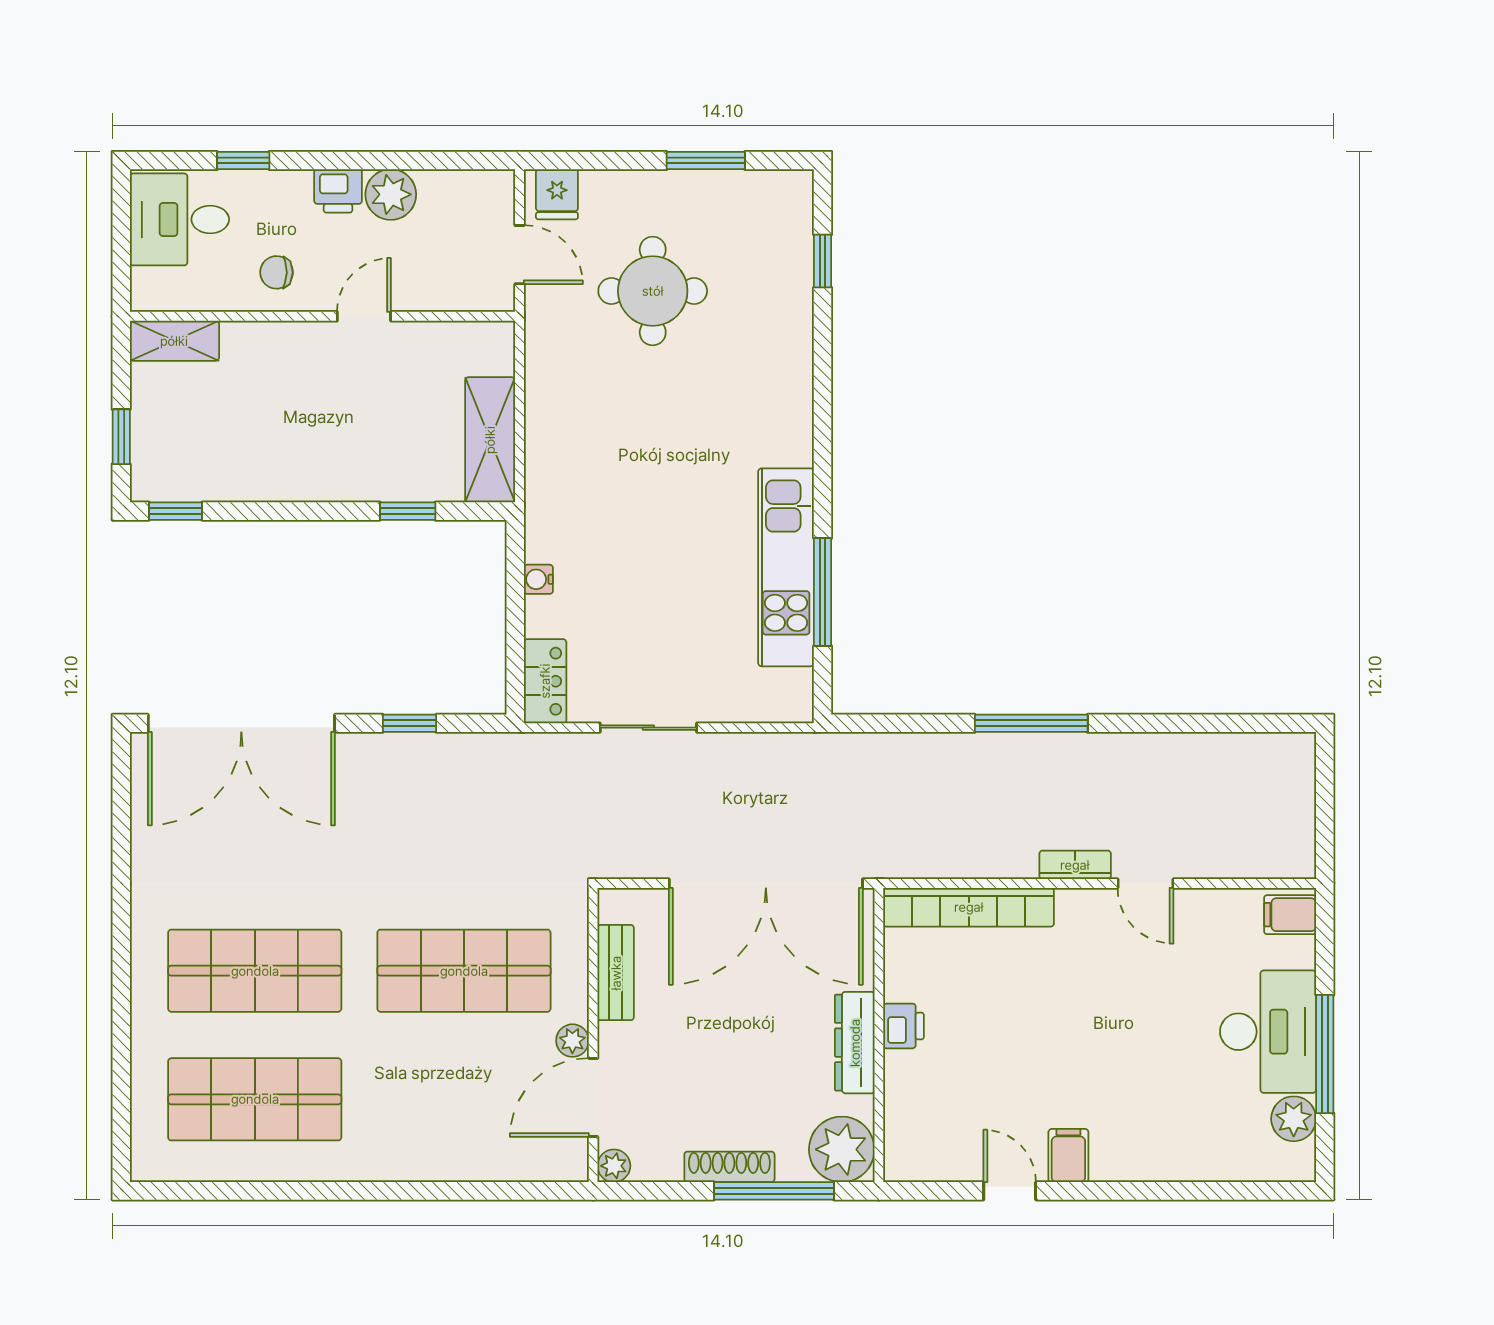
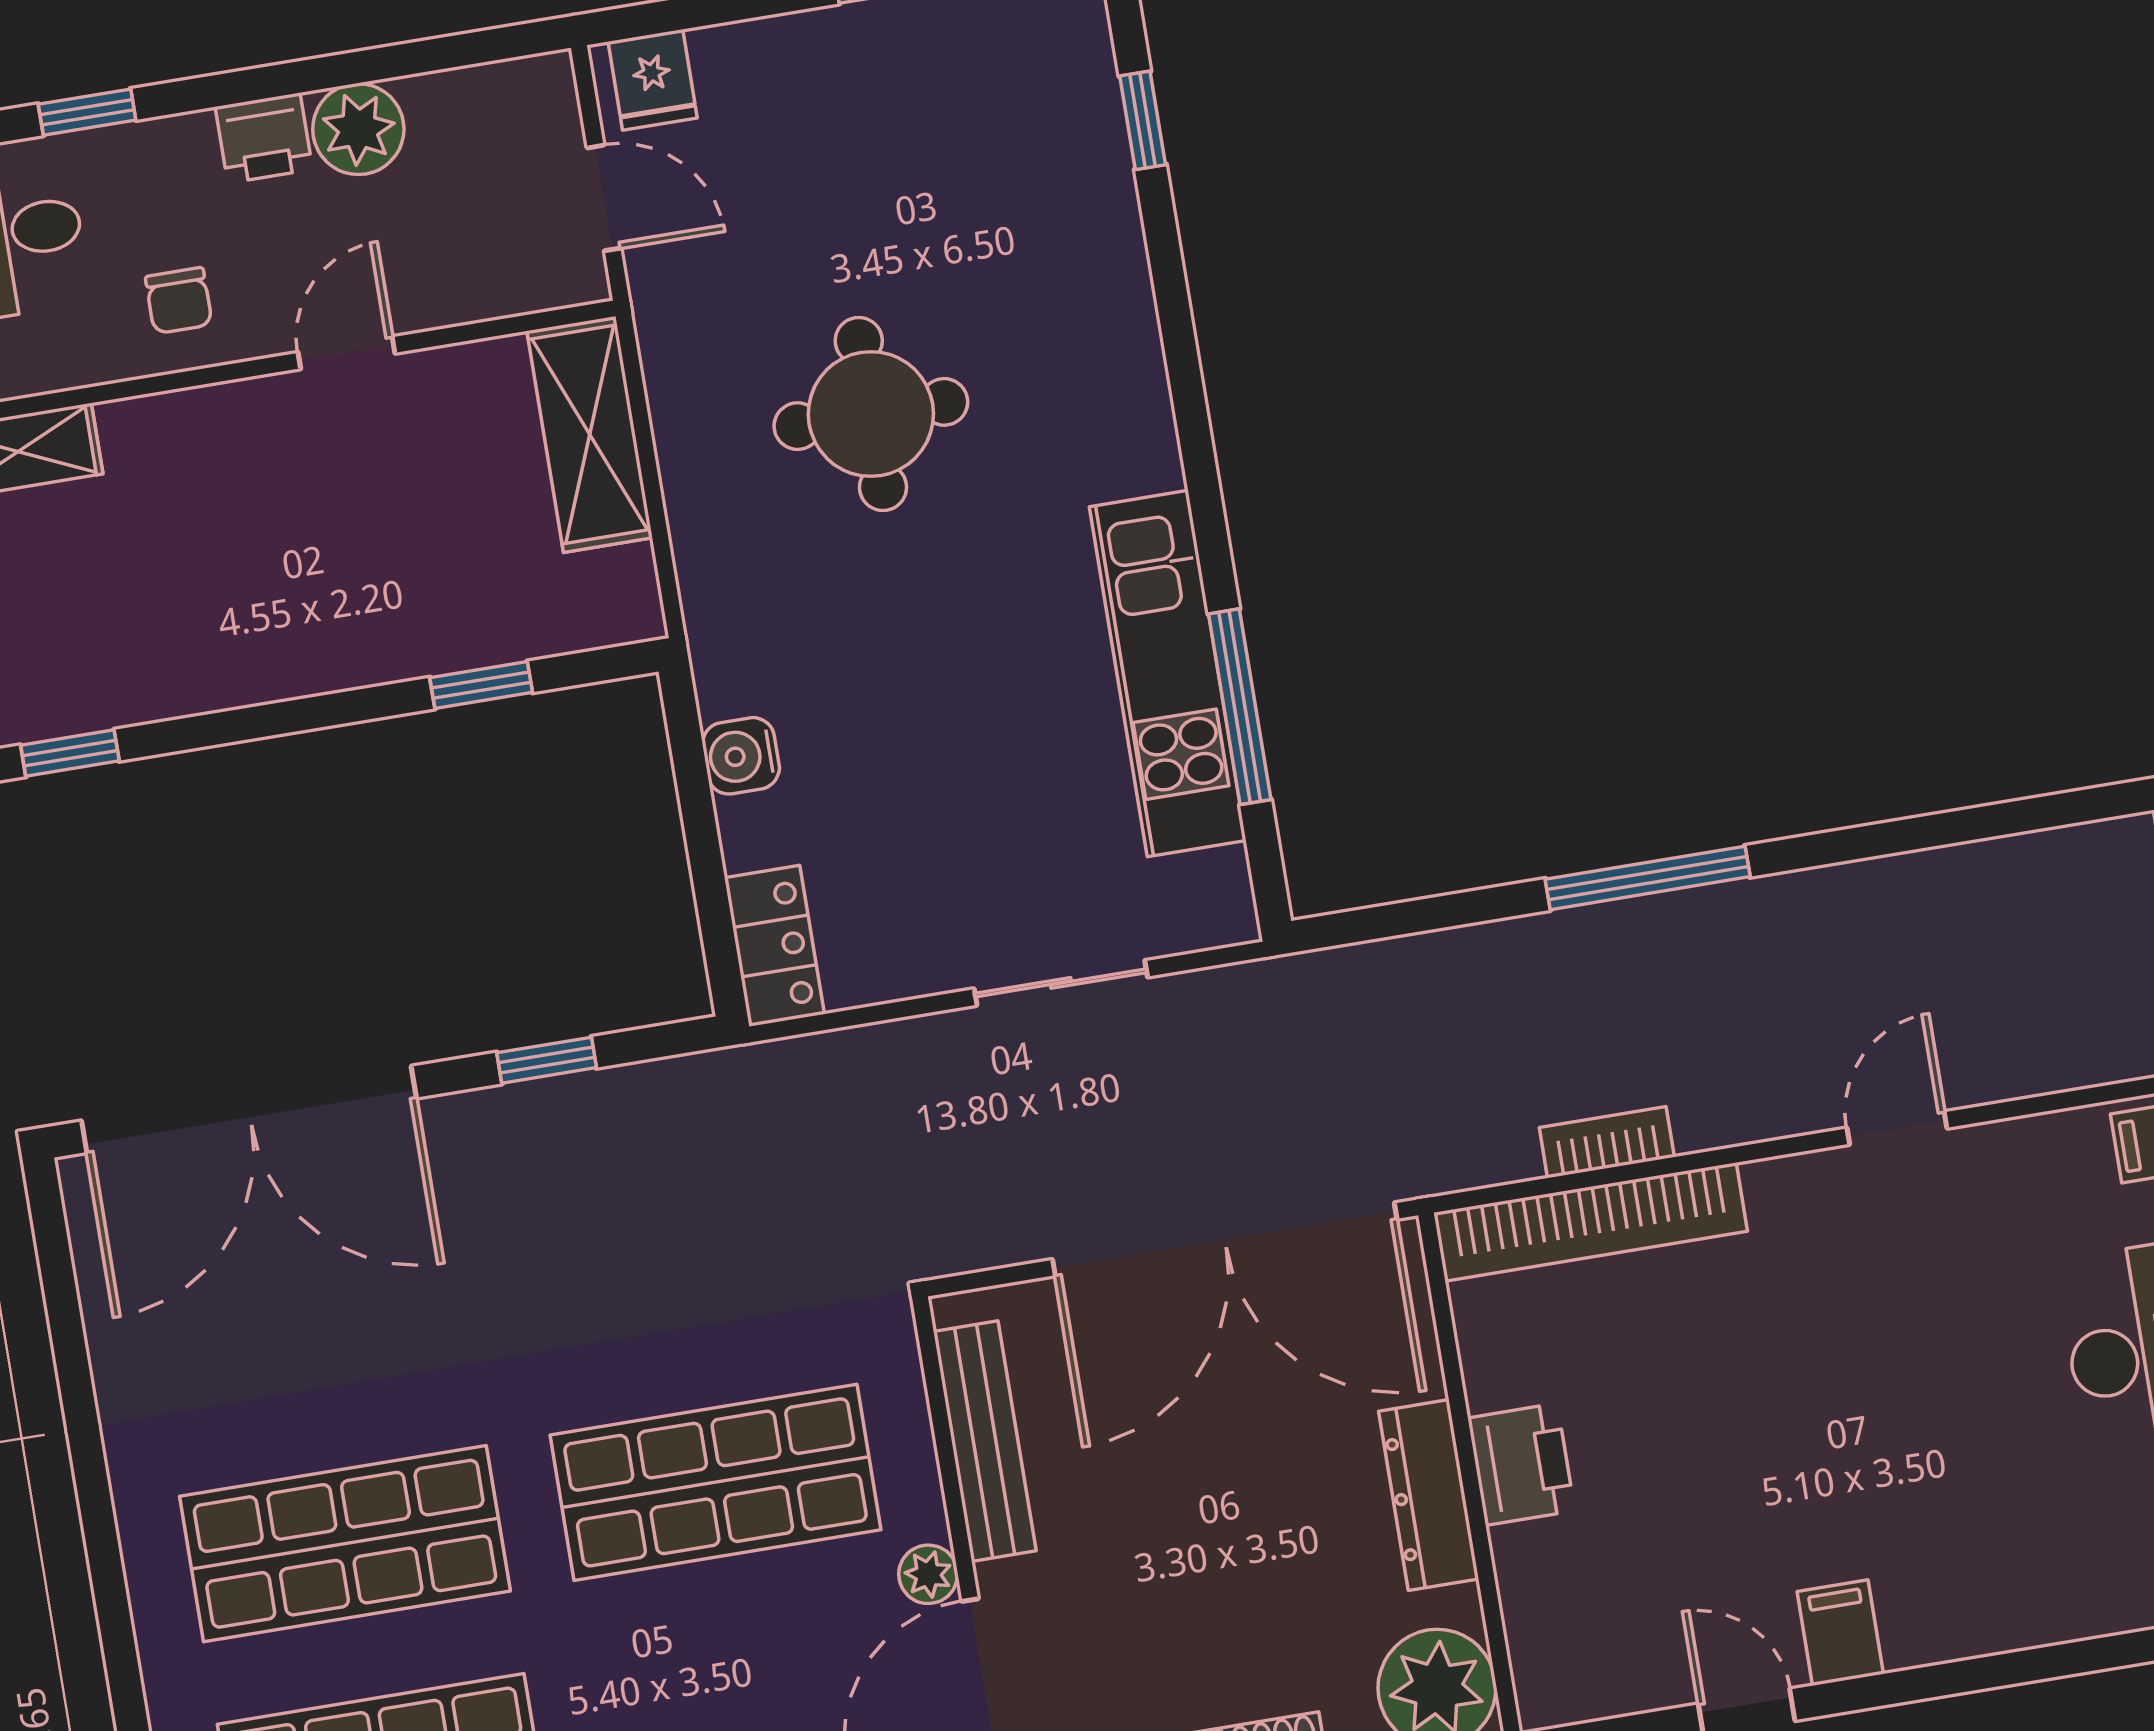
chair: (276, 272) -> (179, 301), turned -91
round table: (653, 291) -> (871, 414), moved
shelving: (490, 440) -> (590, 434), moved
water cooler: (538, 579) -> (741, 756), width x1.38, depth x1.38
sliding door: (648, 728) -> (1061, 983), moved
bookcase: (1075, 865) -> (1607, 1142), moved
door: (1145, 883) -> (1897, 1128), swing flipped
bench: (616, 973) -> (985, 1441), width x1.36
printer: (904, 1026) -> (1521, 1464), width x1.36, depth x1.24

